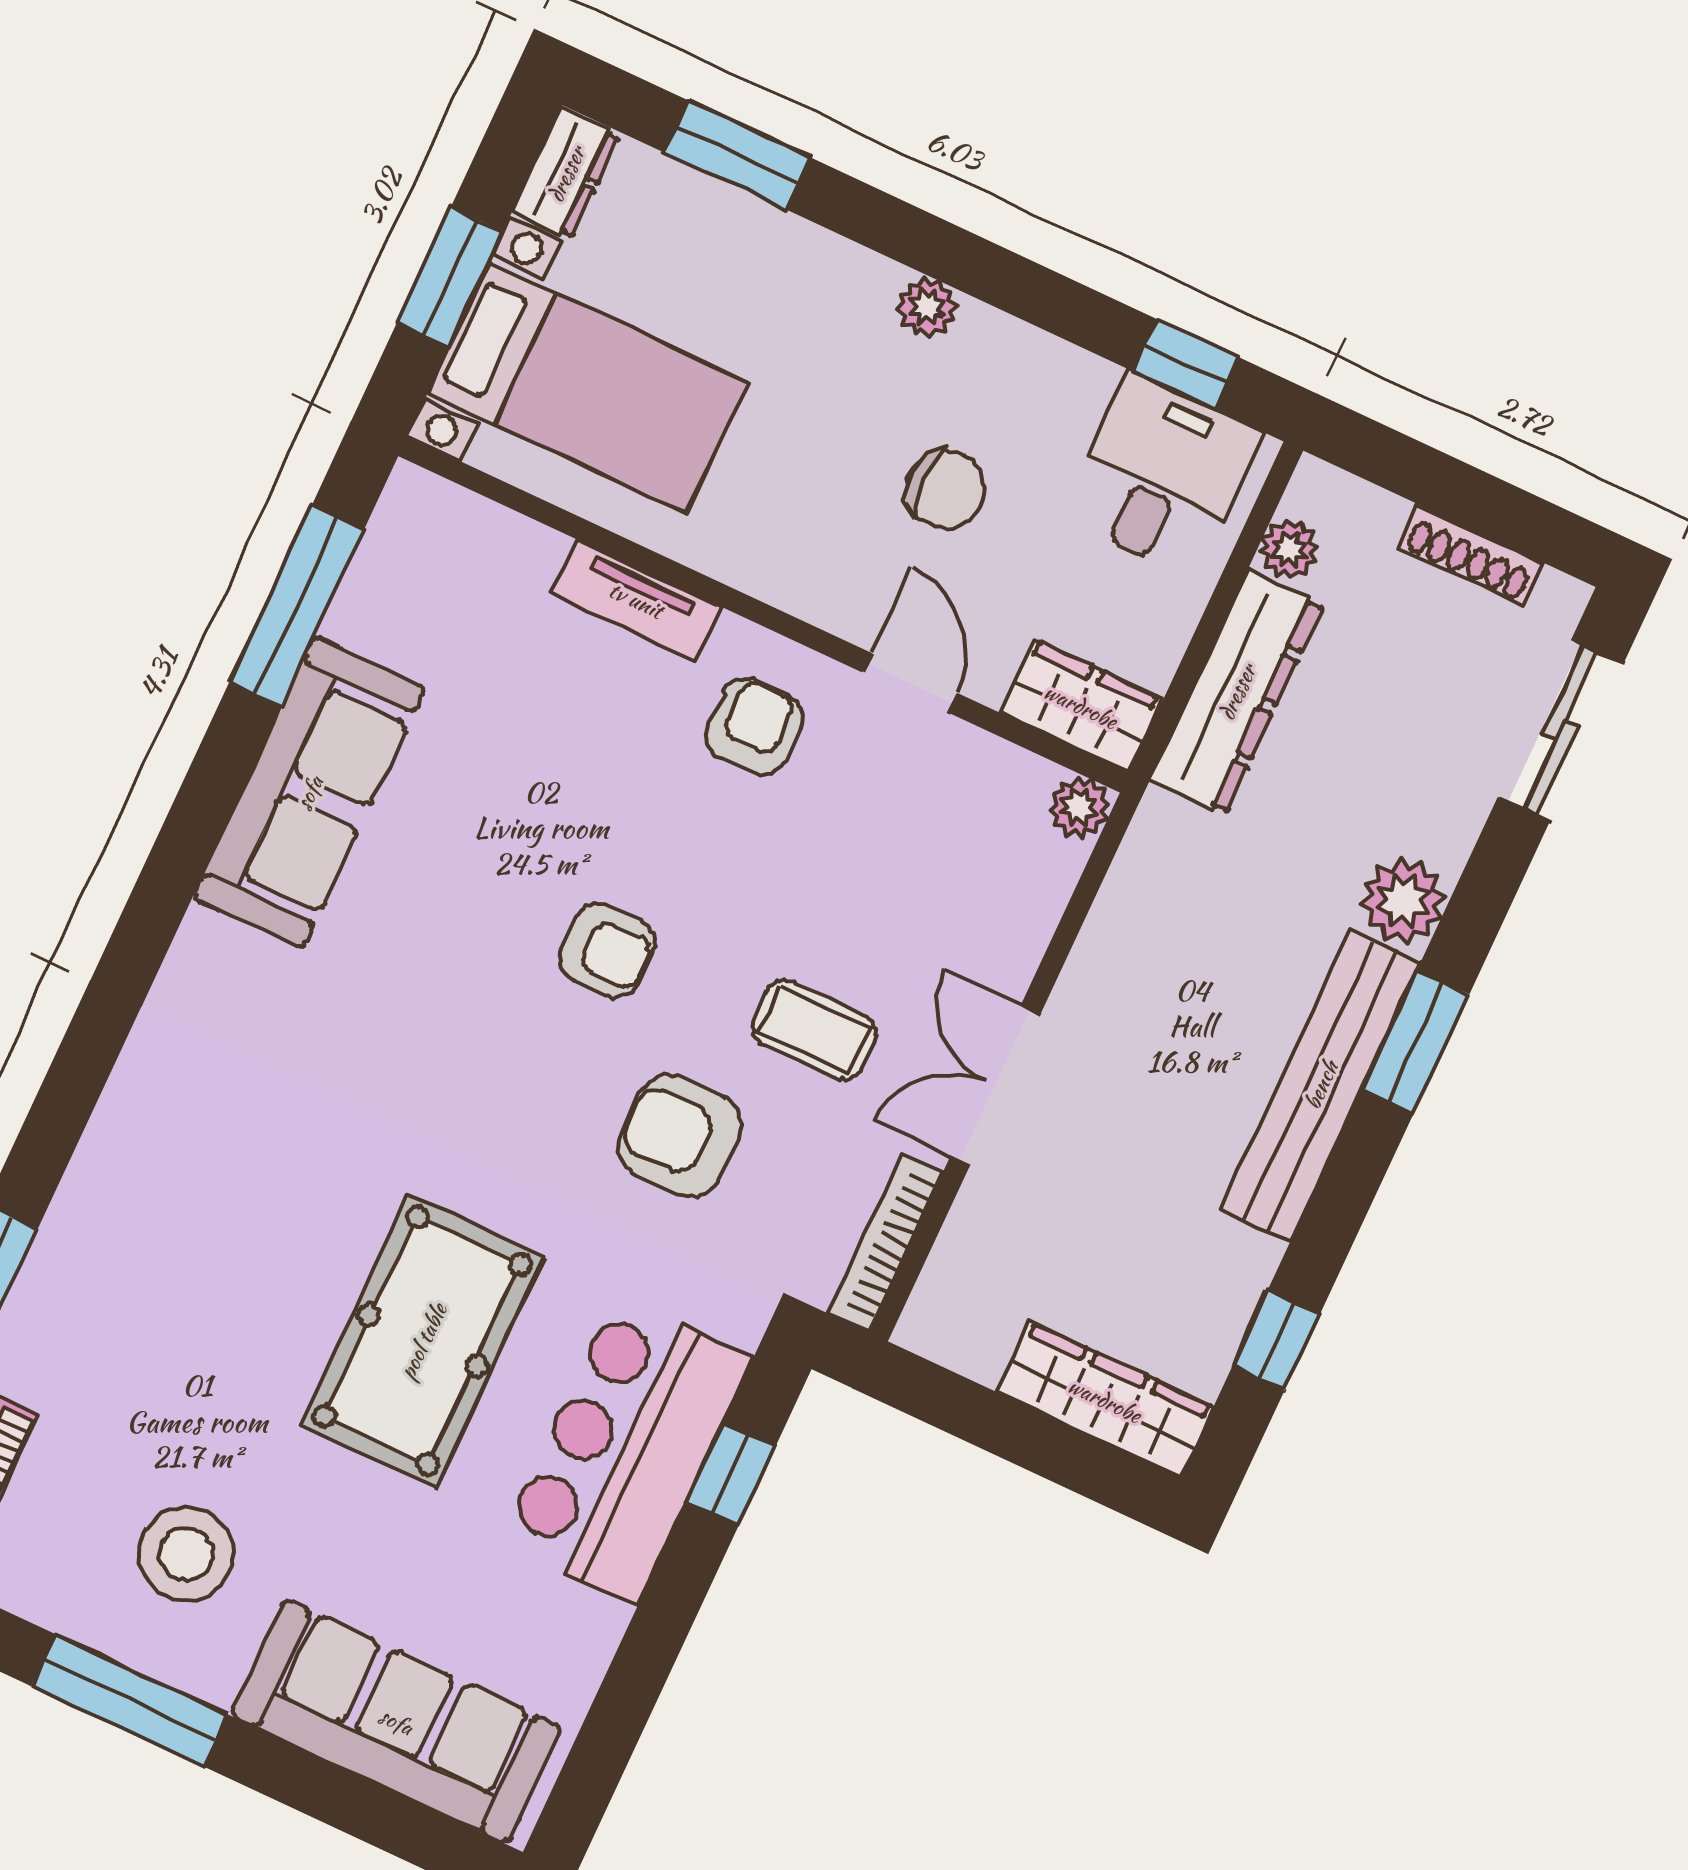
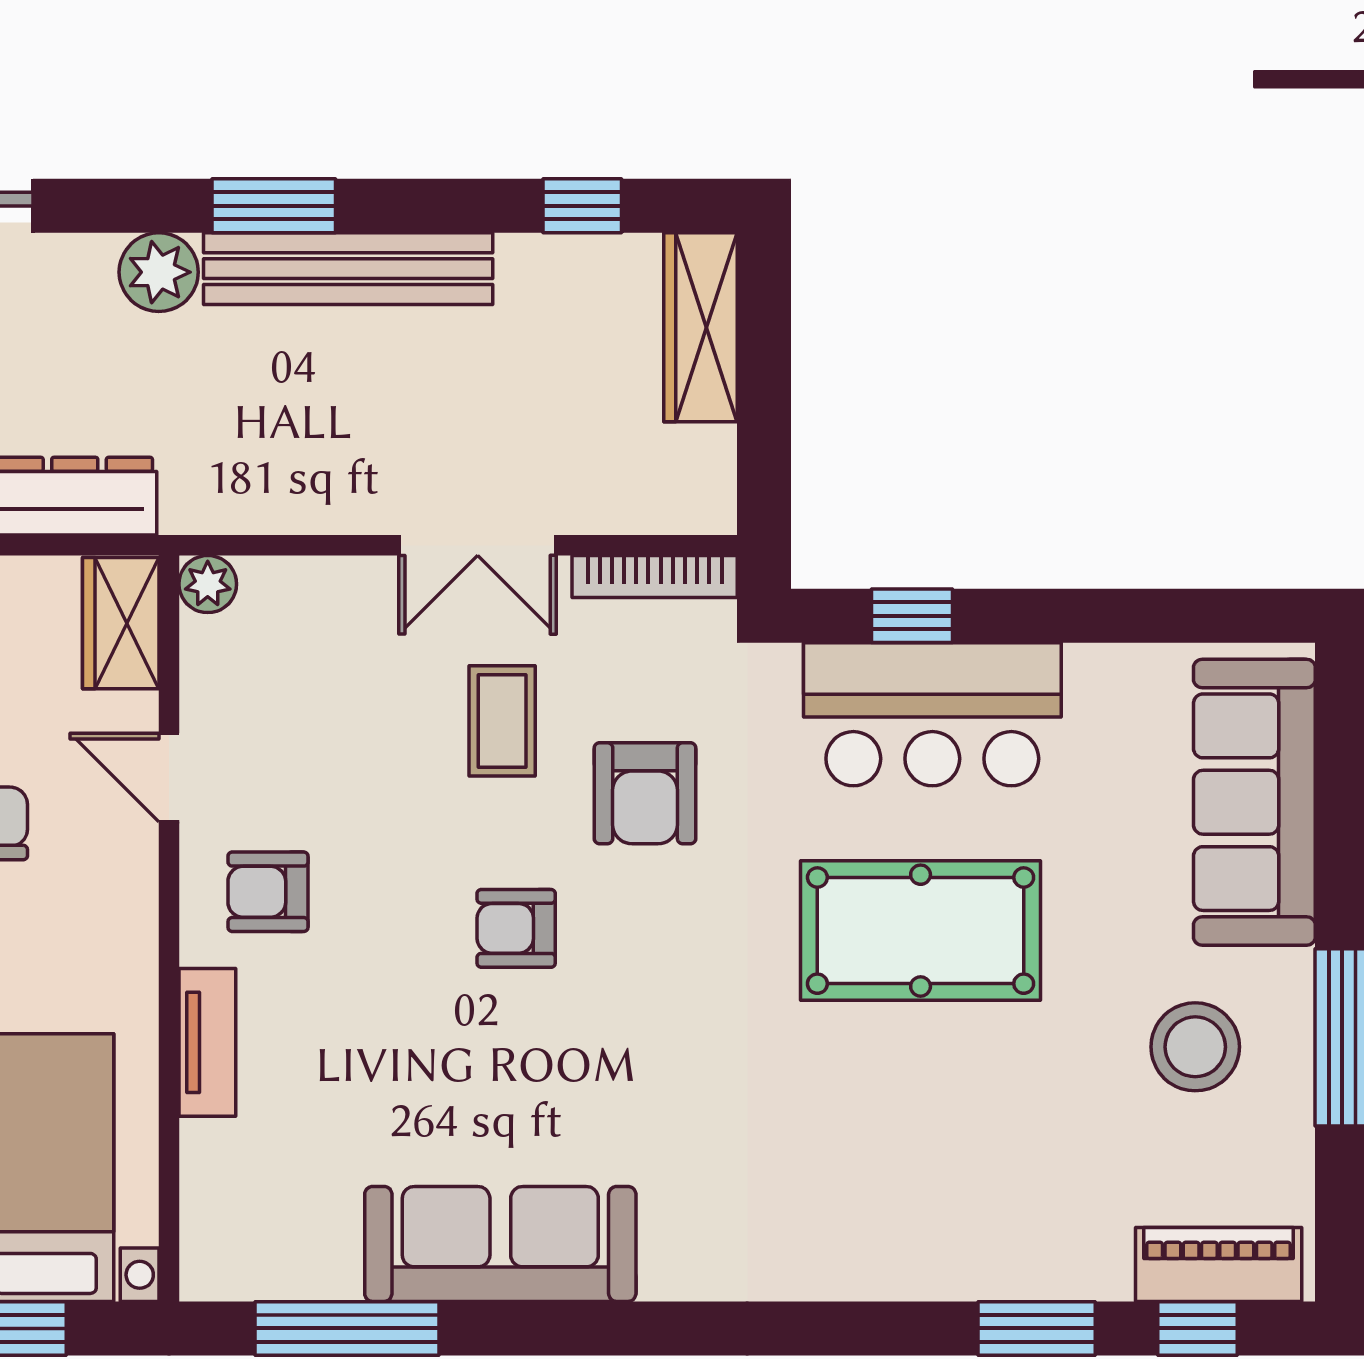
door: (910, 683) -> (169, 777), hinge flipped
armchair: (607, 950) -> (516, 928), turned -90

